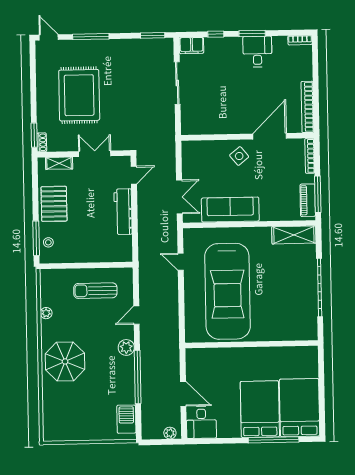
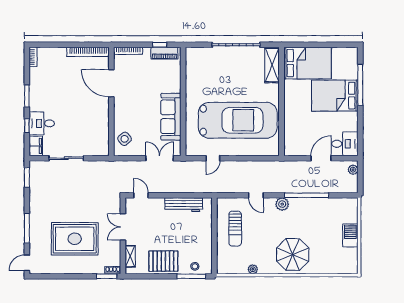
desk: (257, 52) -> (42, 123), moved
side table: (239, 156) -> (125, 139), moved
window: (318, 194) -> (160, 45), width x0.46
workbench: (123, 212) -> (184, 205), moved
shelving: (294, 235) -> (272, 65), moved
bed: (300, 408) -> (308, 63), moved, turned 180
barbecue: (126, 419) -> (350, 235), moved, turned 90

